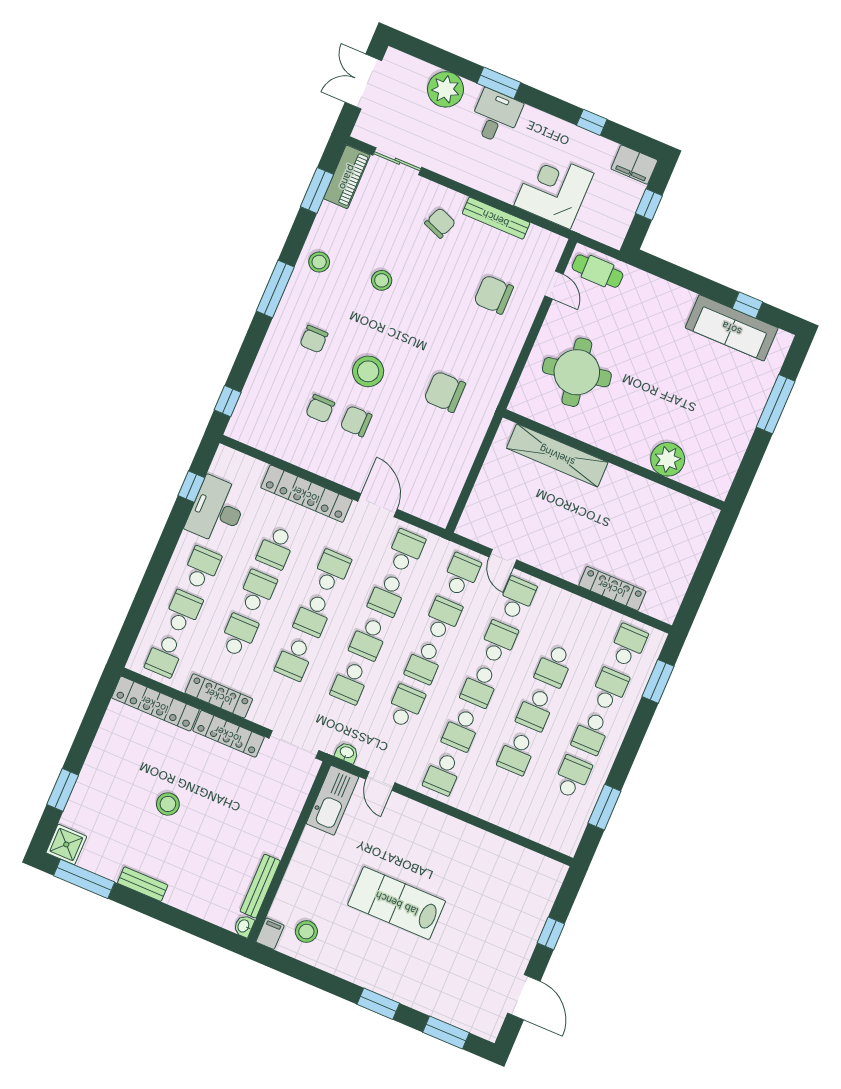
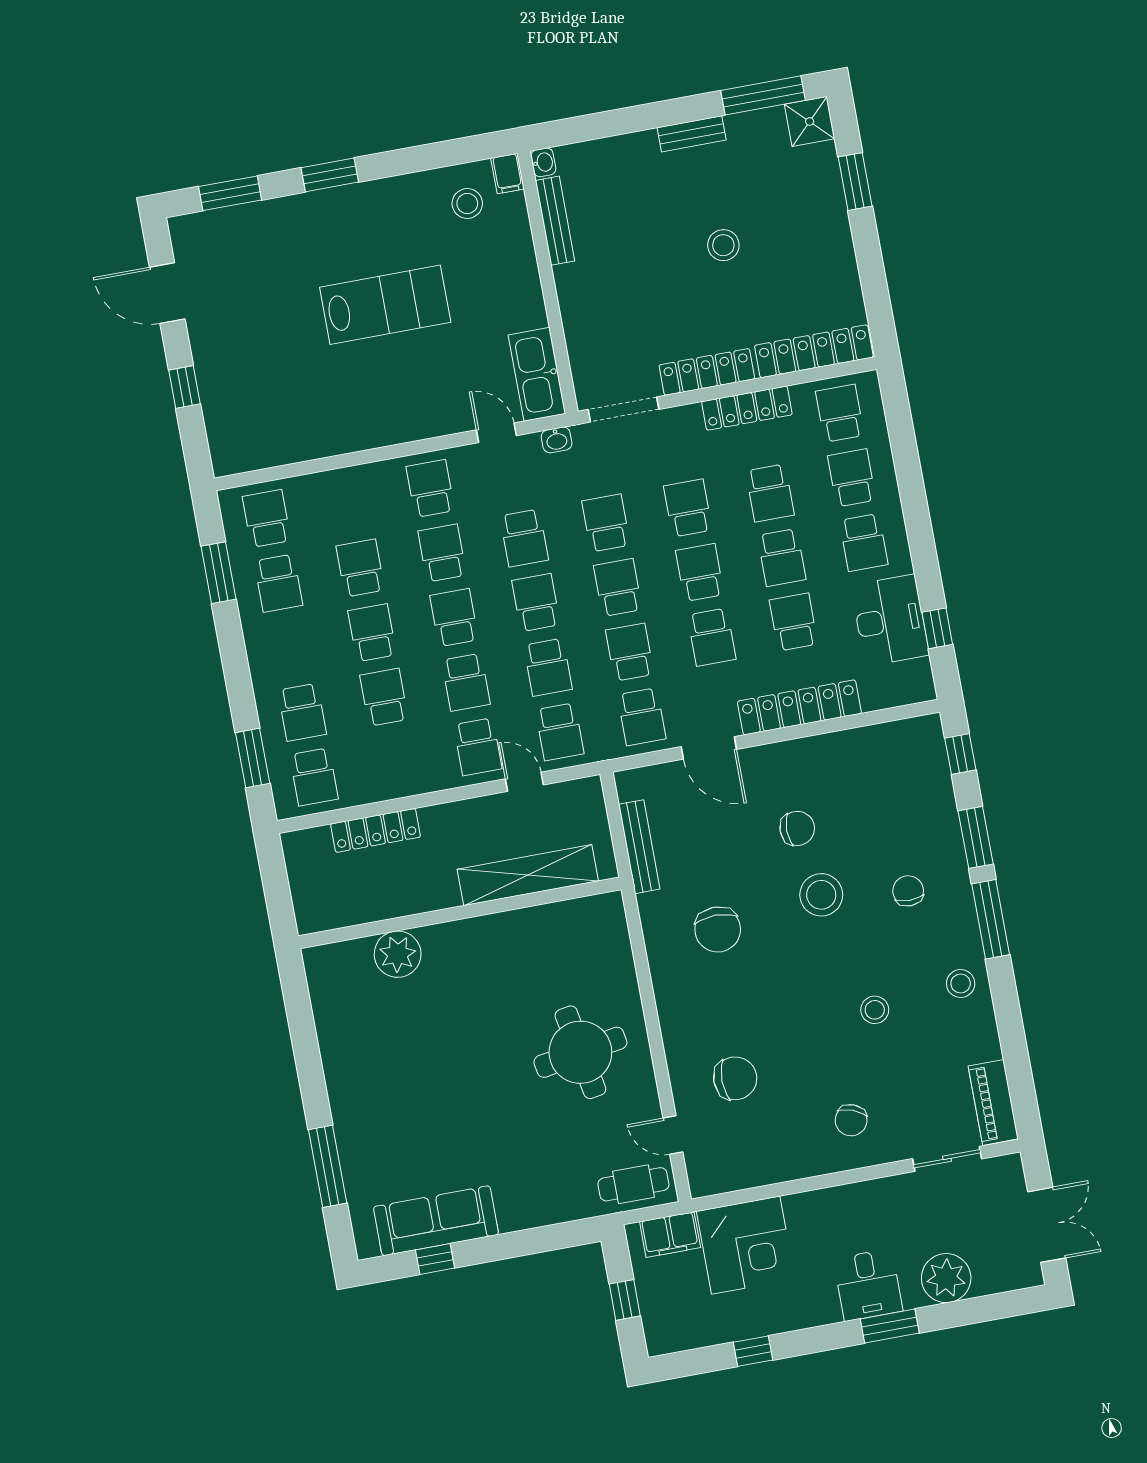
filing cabinet: (634, 165) -> (670, 1235), moved, turned 180
window: (317, 191) -> (976, 837), moved
bench: (496, 218) -> (639, 847), moved, turned 90
chair: (445, 392) -> (718, 929), turned 90
chair: (320, 409) -> (848, 816), removed
shelving: (557, 455) -> (528, 875), moved
plant: (668, 459) -> (398, 954), moved
wall: (614, 460) -> (460, 913), moved
school desk: (183, 612) -> (852, 478), turned 180
school desk: (591, 733) -> (267, 519), moved

